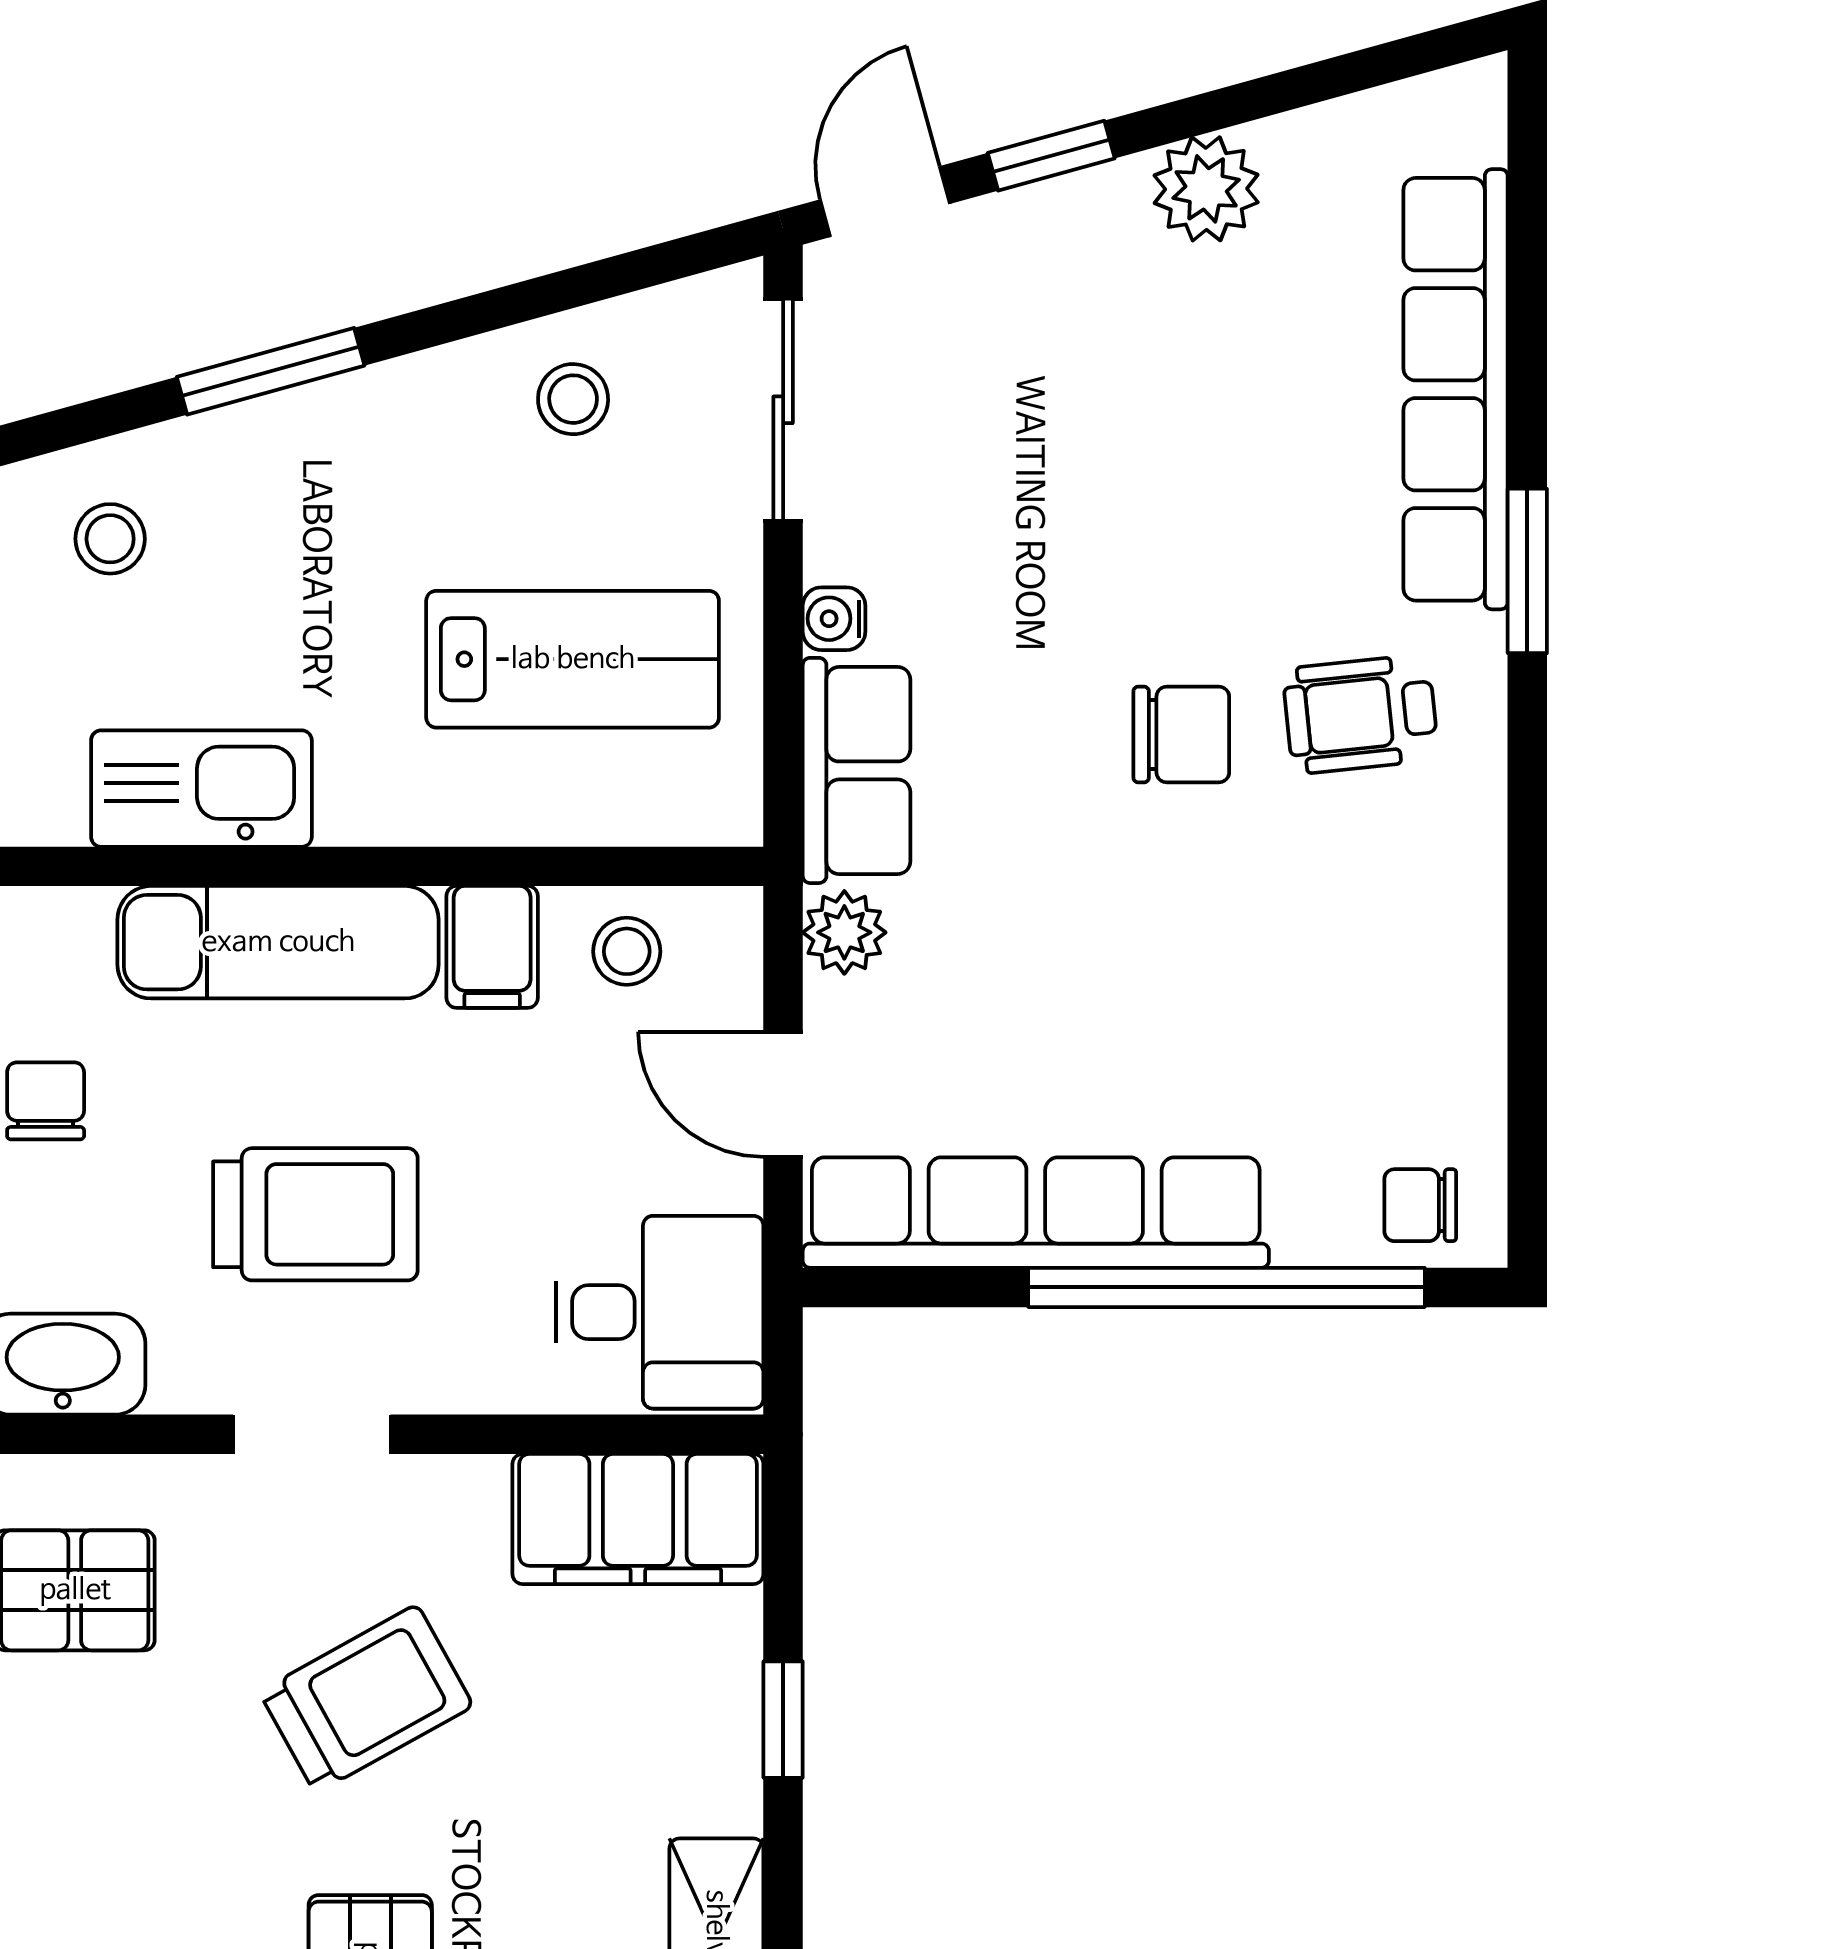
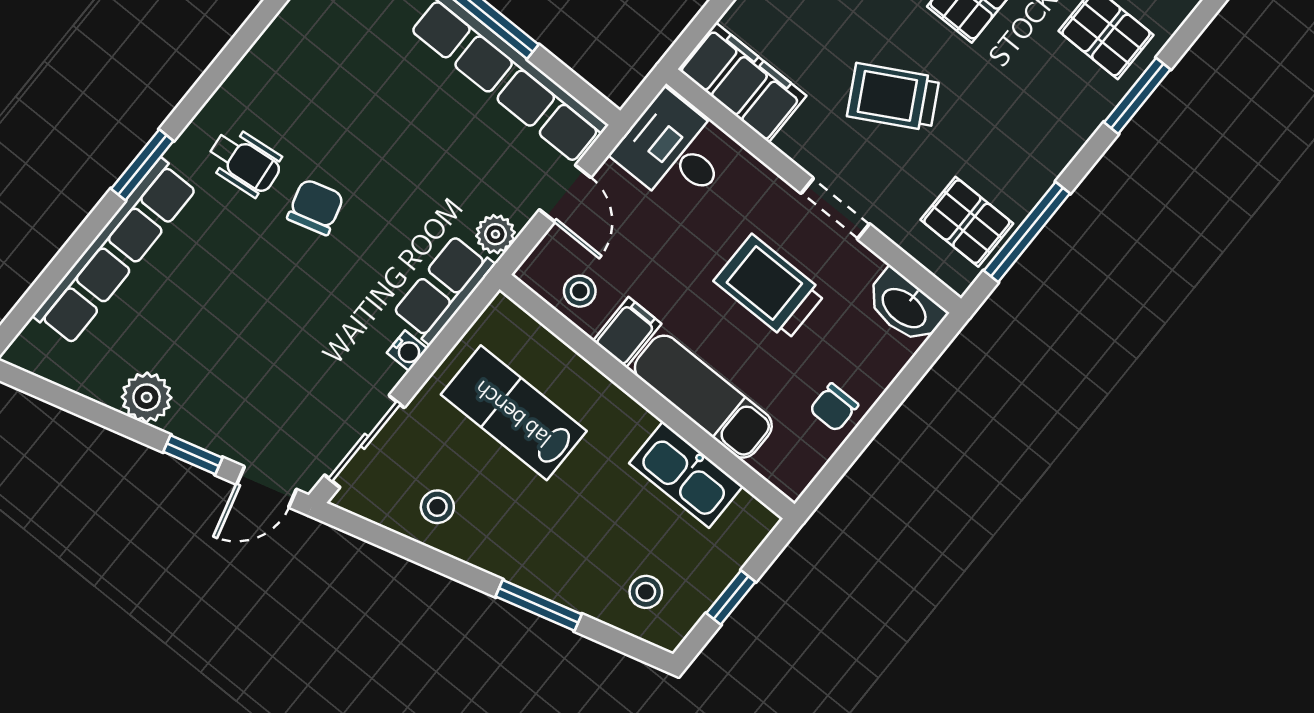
chair: (1181, 735) -> (315, 207), turned 74

